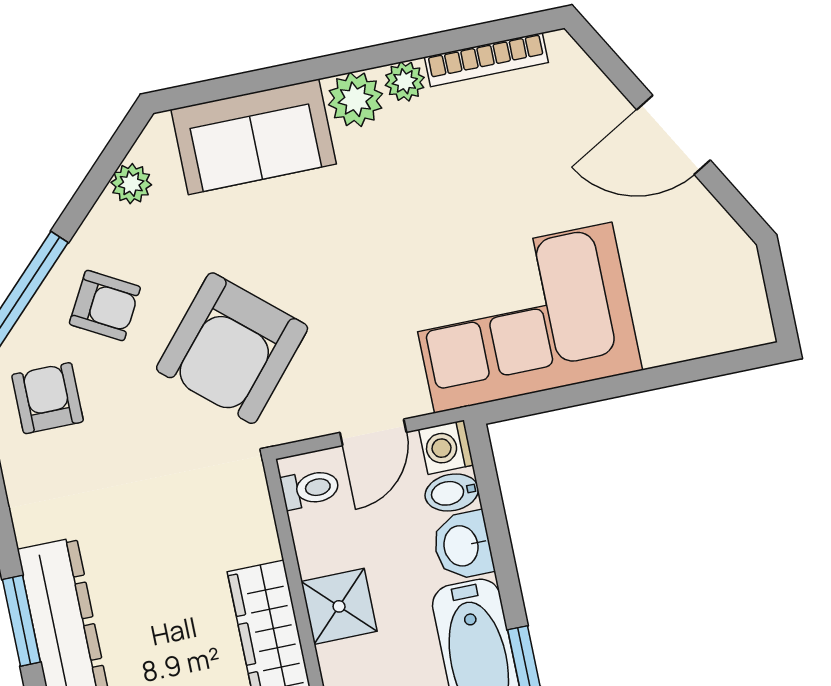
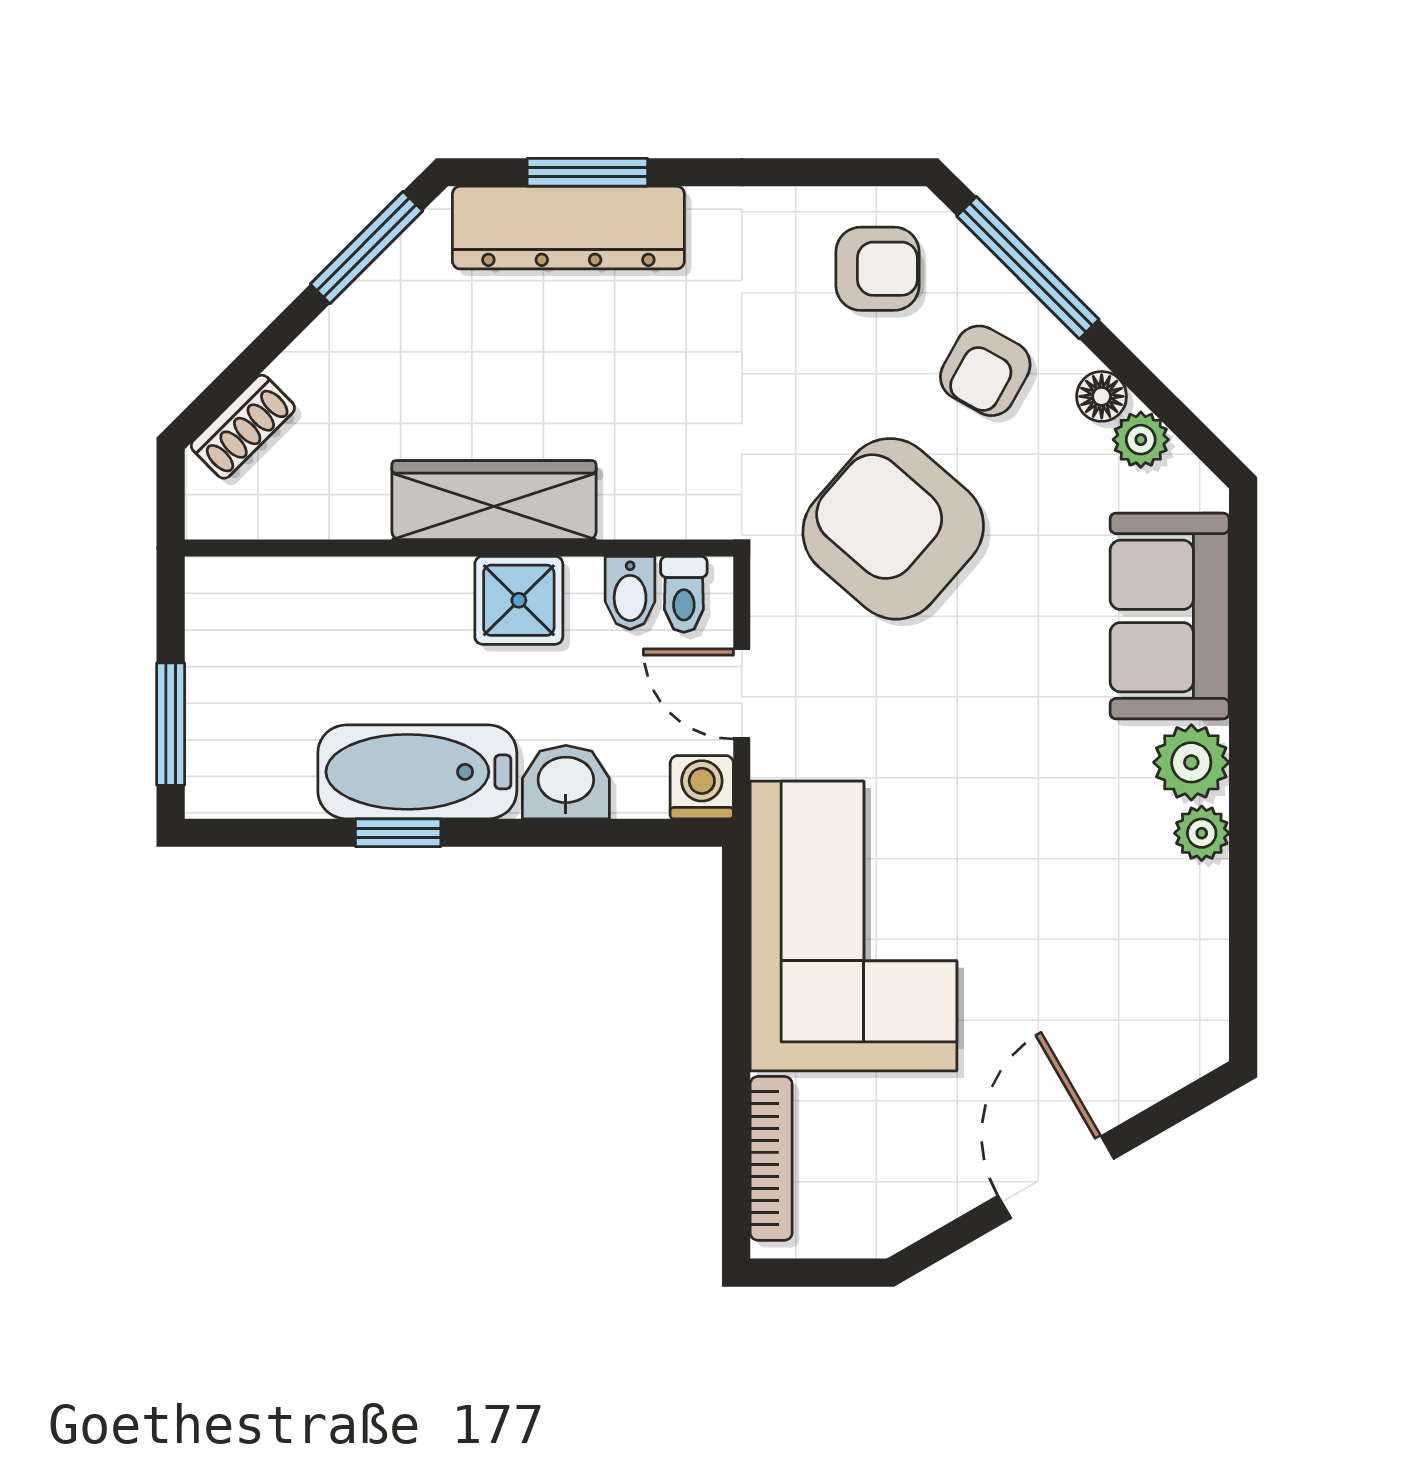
bookcase: (486, 60) -> (771, 1158), moved, turned 180
floor lamp: (106, 218) -> (1102, 396), added
bidet: (452, 492) -> (630, 593), moved, turned 180

